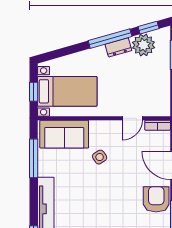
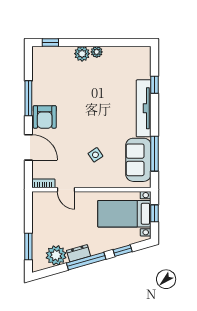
window: (149, 28) -> (123, 251), moved
door: (132, 118) -> (66, 190), swing flipped
sofa: (64, 134) -> (138, 160), moved, turned -90

